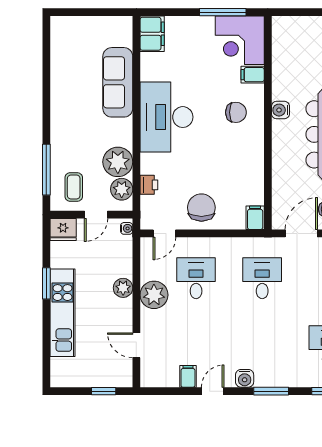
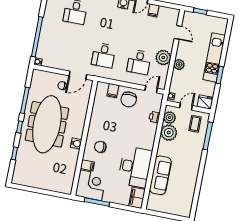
desk: (166, 117) -> (135, 167), moved
filing cabinet: (255, 218) -> (113, 91), moved

